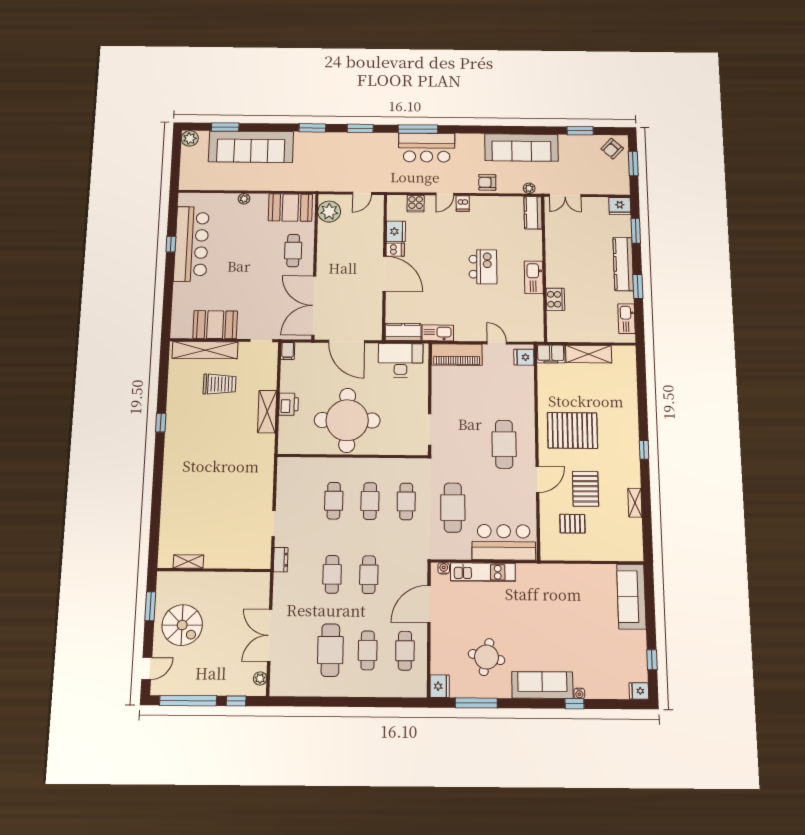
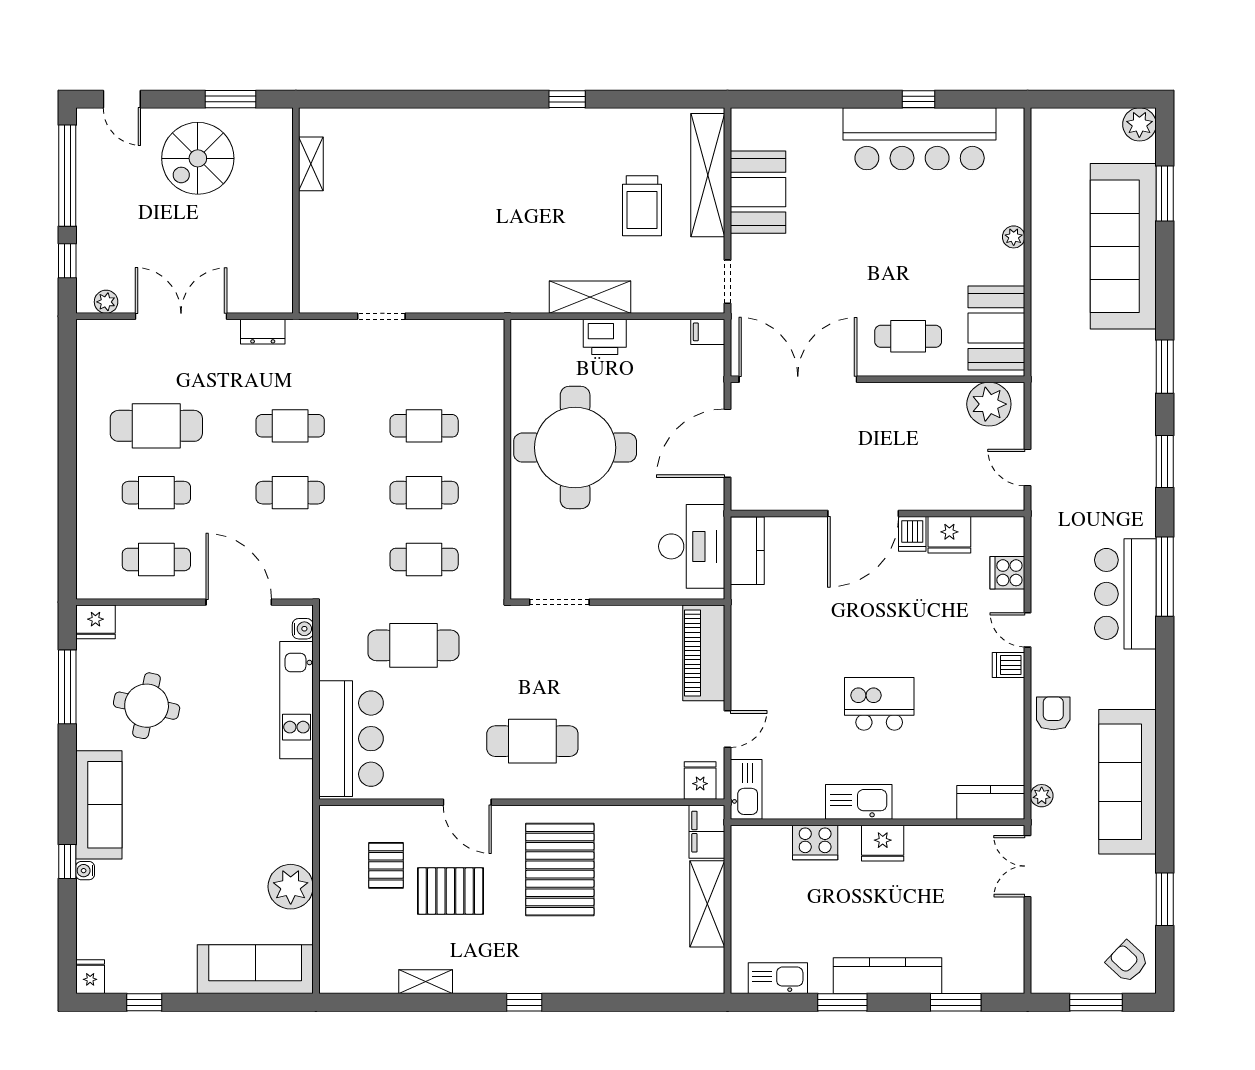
fridge: (620, 206) -> (883, 843), moved, turned -90
kitchen island: (483, 267) -> (879, 704), turned 180
kitchen sink: (438, 333) -> (746, 789), moved
dresser: (281, 560) -> (263, 332), moved
plant: (585, 576) -> (291, 887), added

